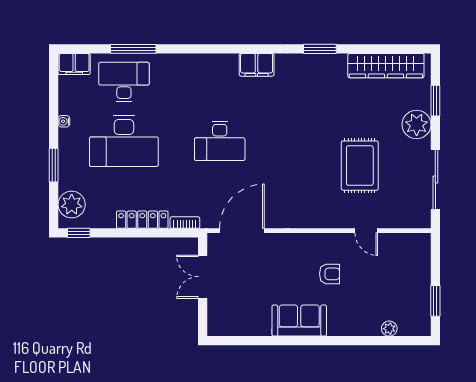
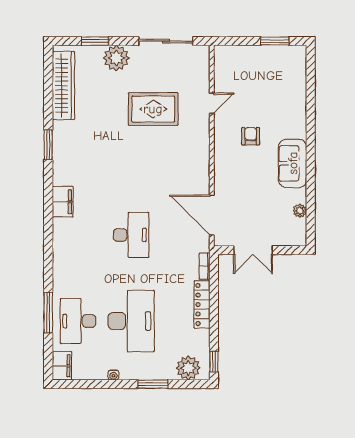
plant: (389, 329) -> (300, 211), moved

